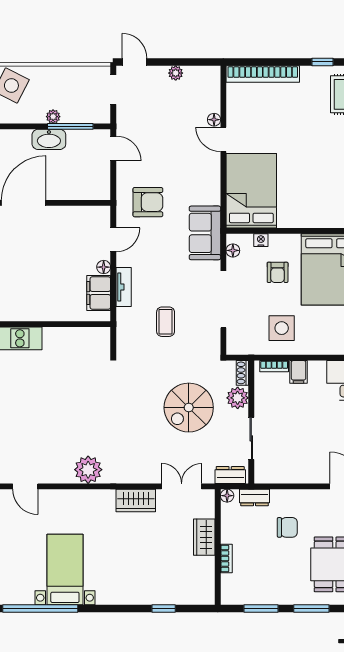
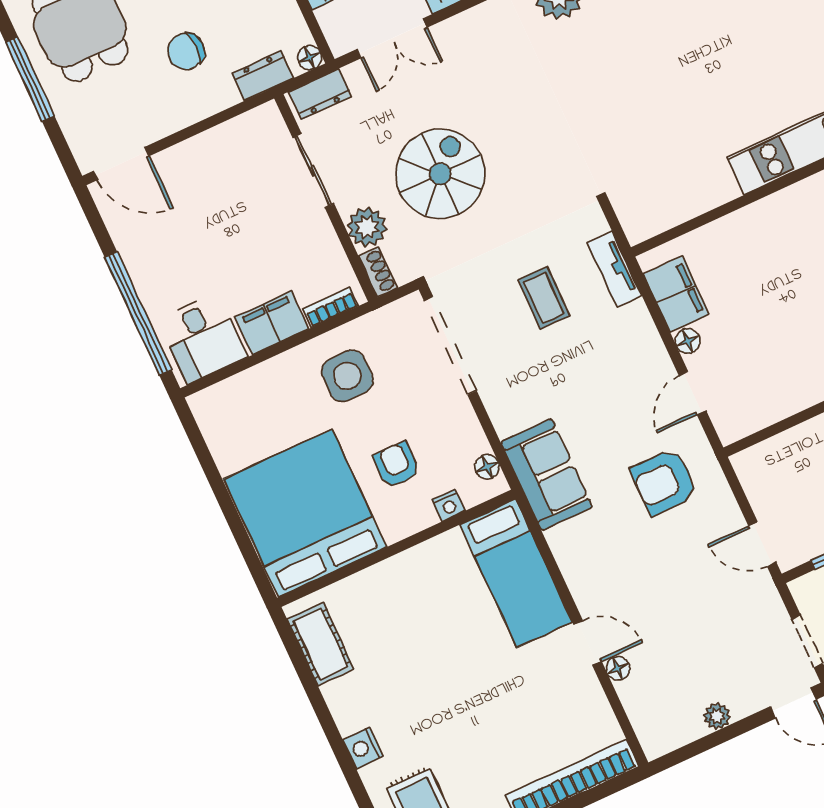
bed: (251, 191) -> (516, 573), width x0.67
tv unit: (124, 287) -> (615, 269), moved
doorway: (223, 299) -> (450, 346), moved
filing cabinet: (299, 372) -> (272, 323), width x2.00

